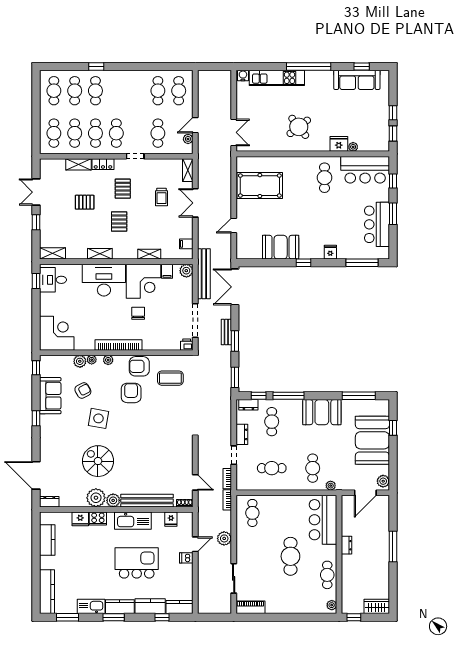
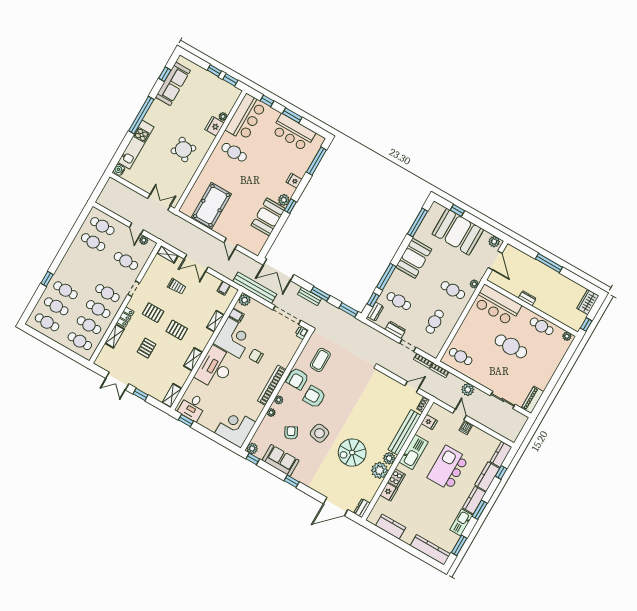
plant: (306, 253) -> (284, 200), added
plant: (80, 361) -> (252, 448), moved

